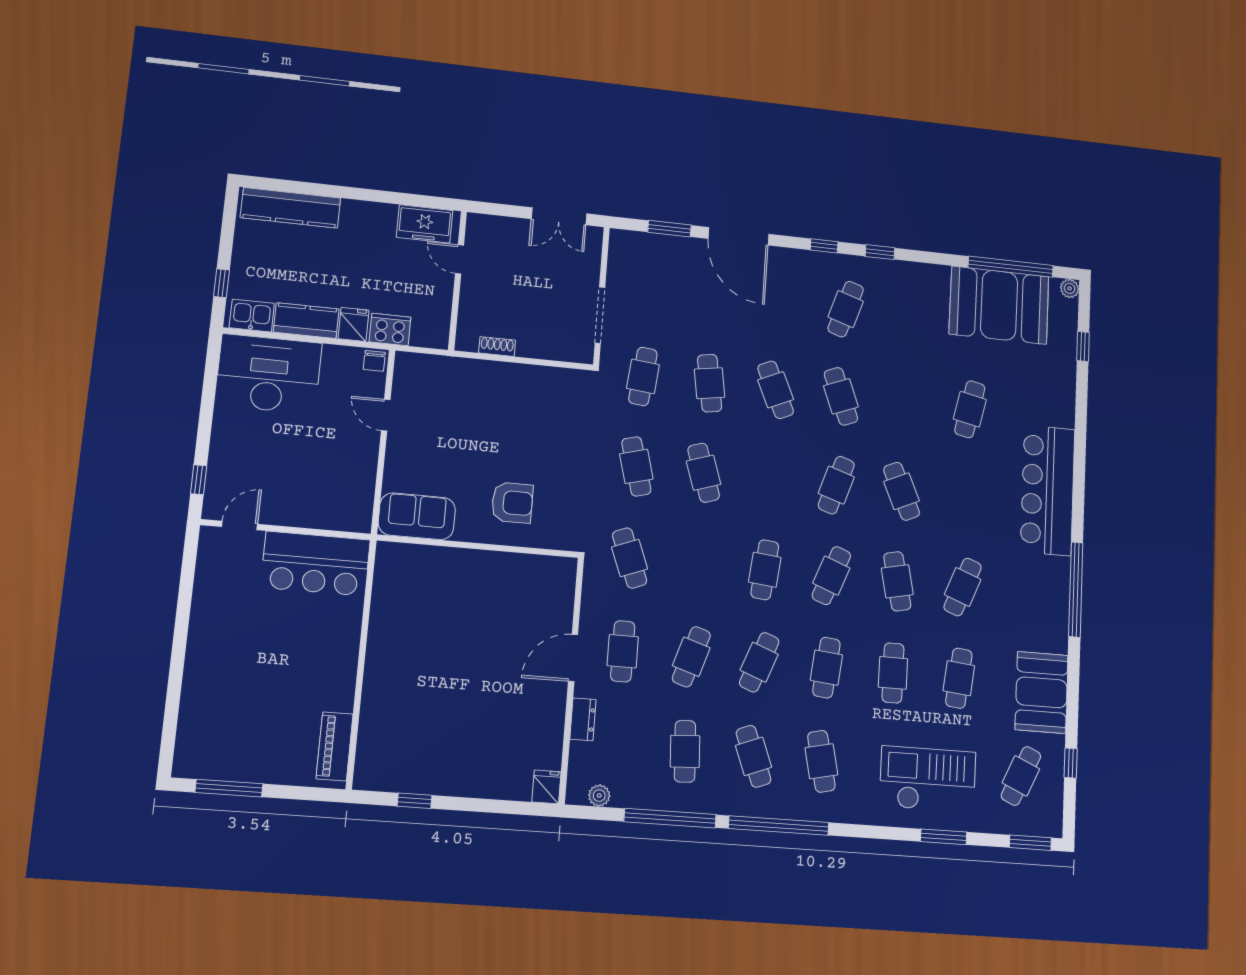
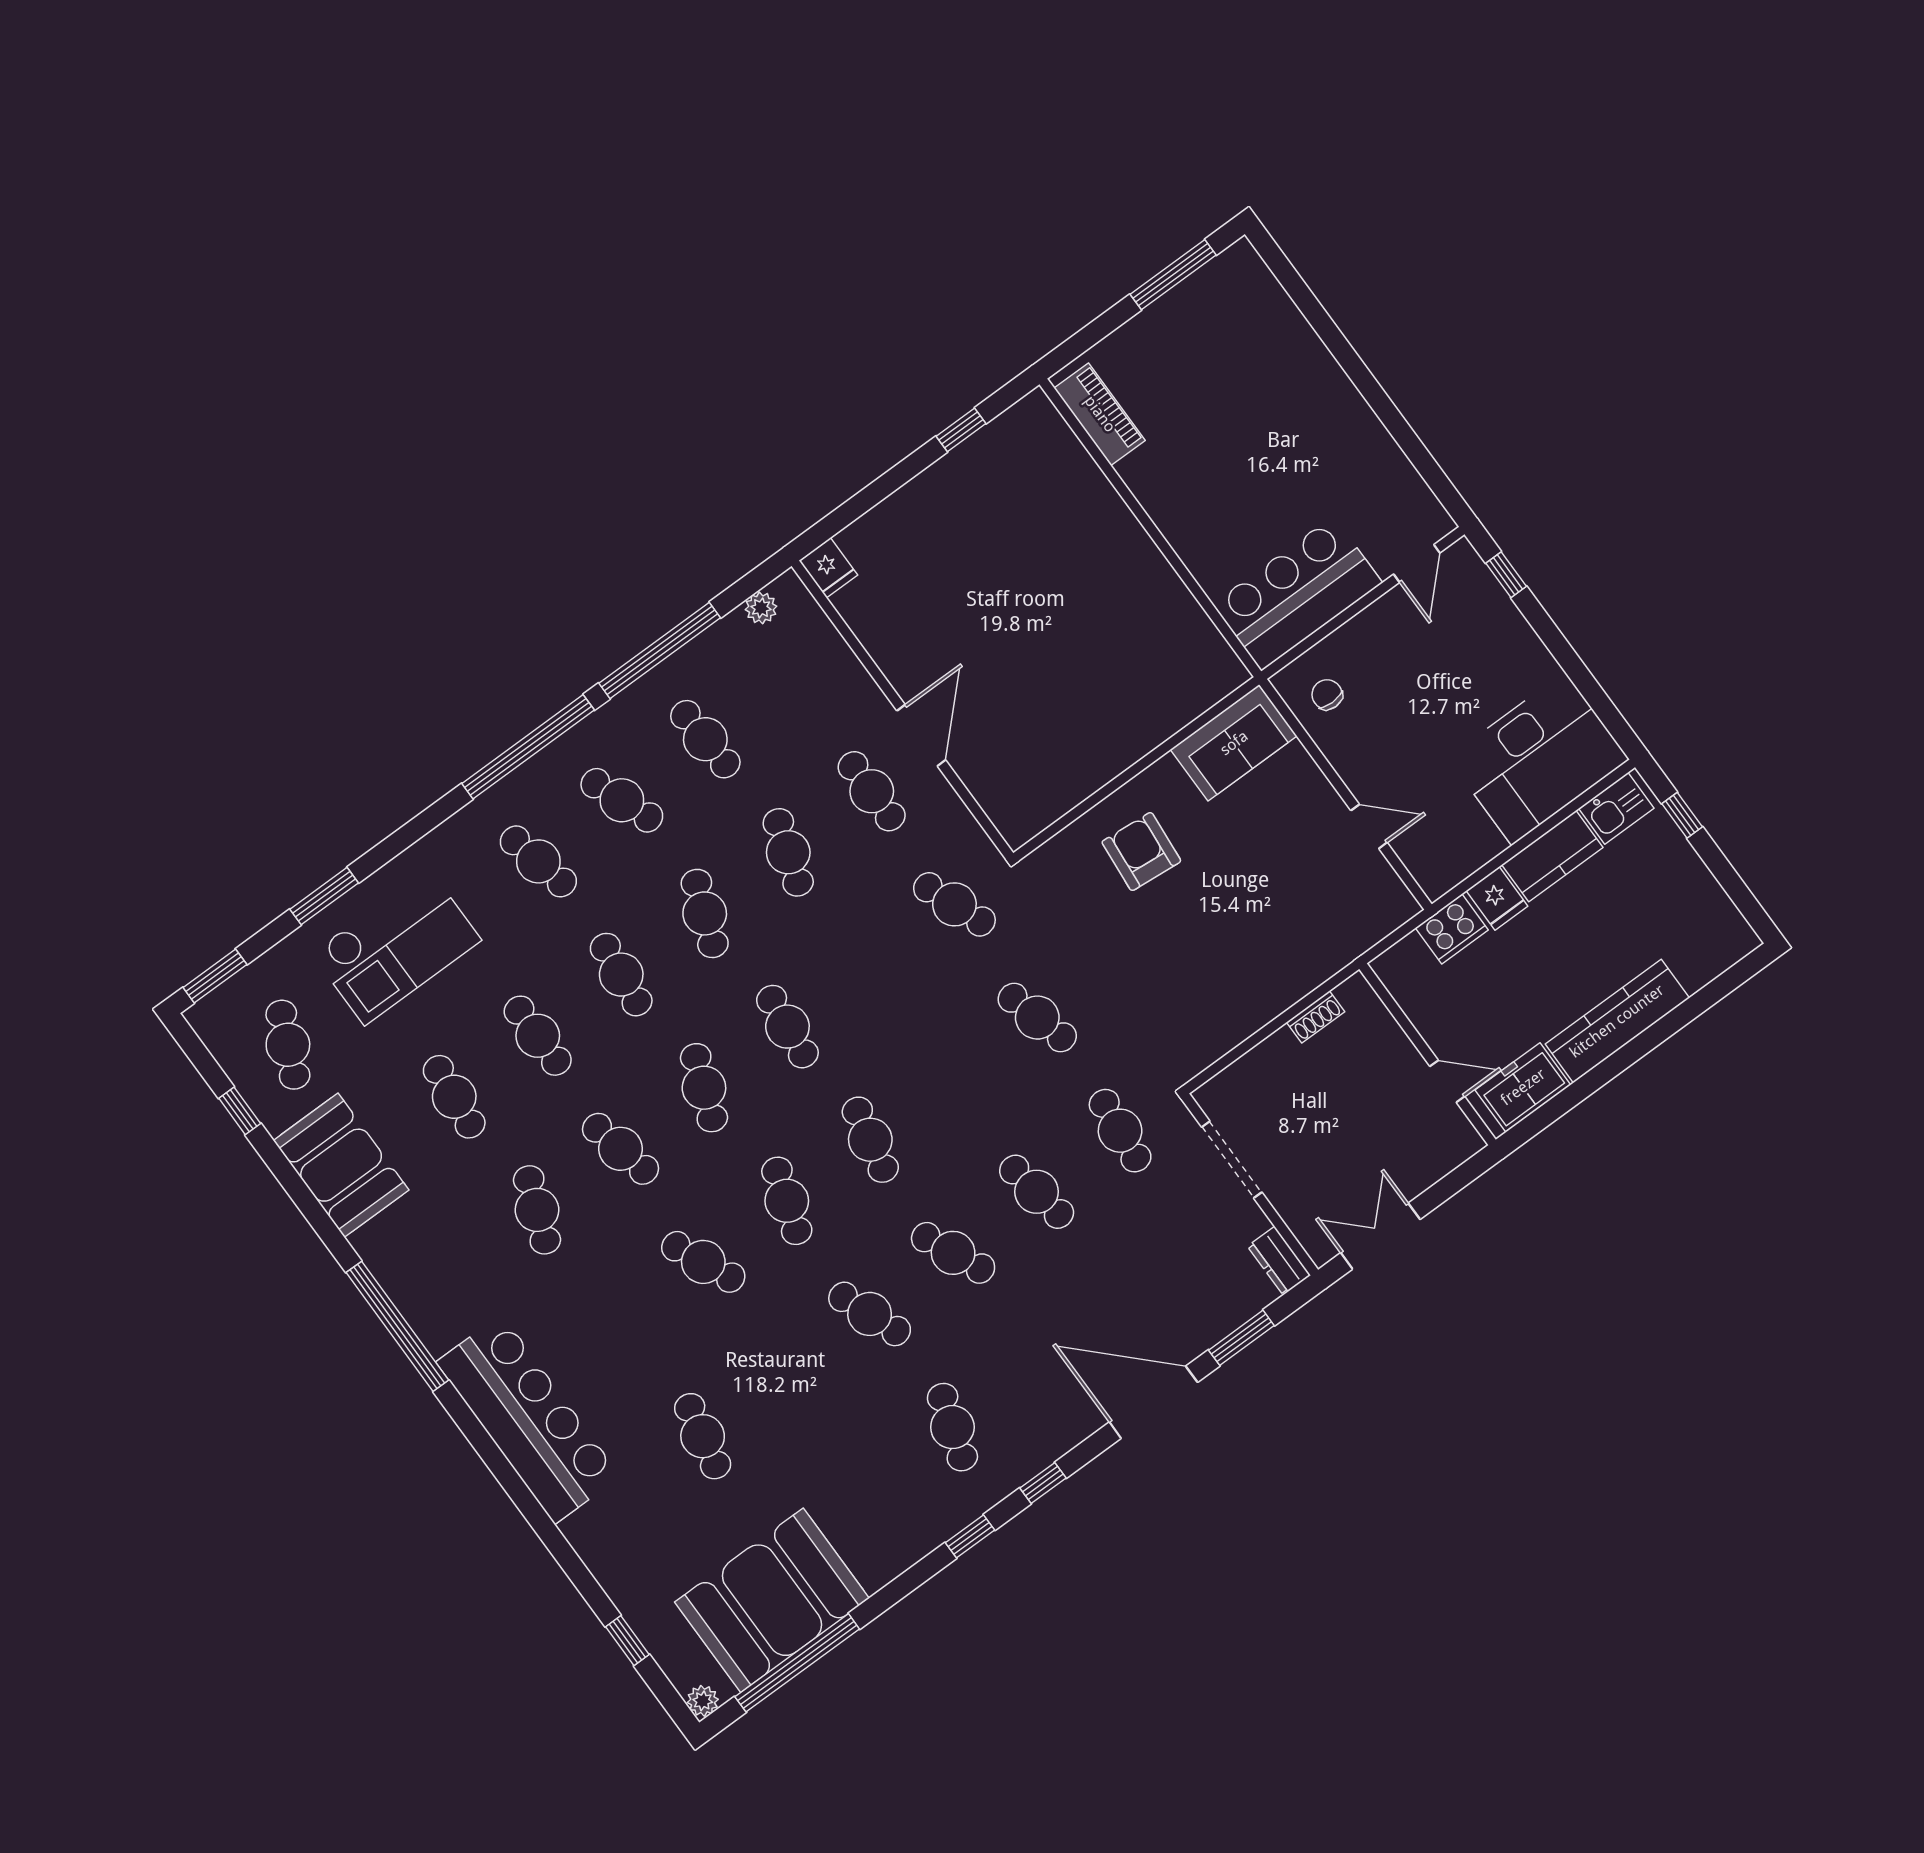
kitchen counter: (291, 208) -> (1617, 1021), moved
chair: (374, 361) -> (1327, 695), moved
cafe table: (704, 473) -> (870, 1140), moved, turned 30
armchair: (512, 503) -> (1141, 852), turned 95
dresser: (583, 719) -> (1279, 1261), moved

